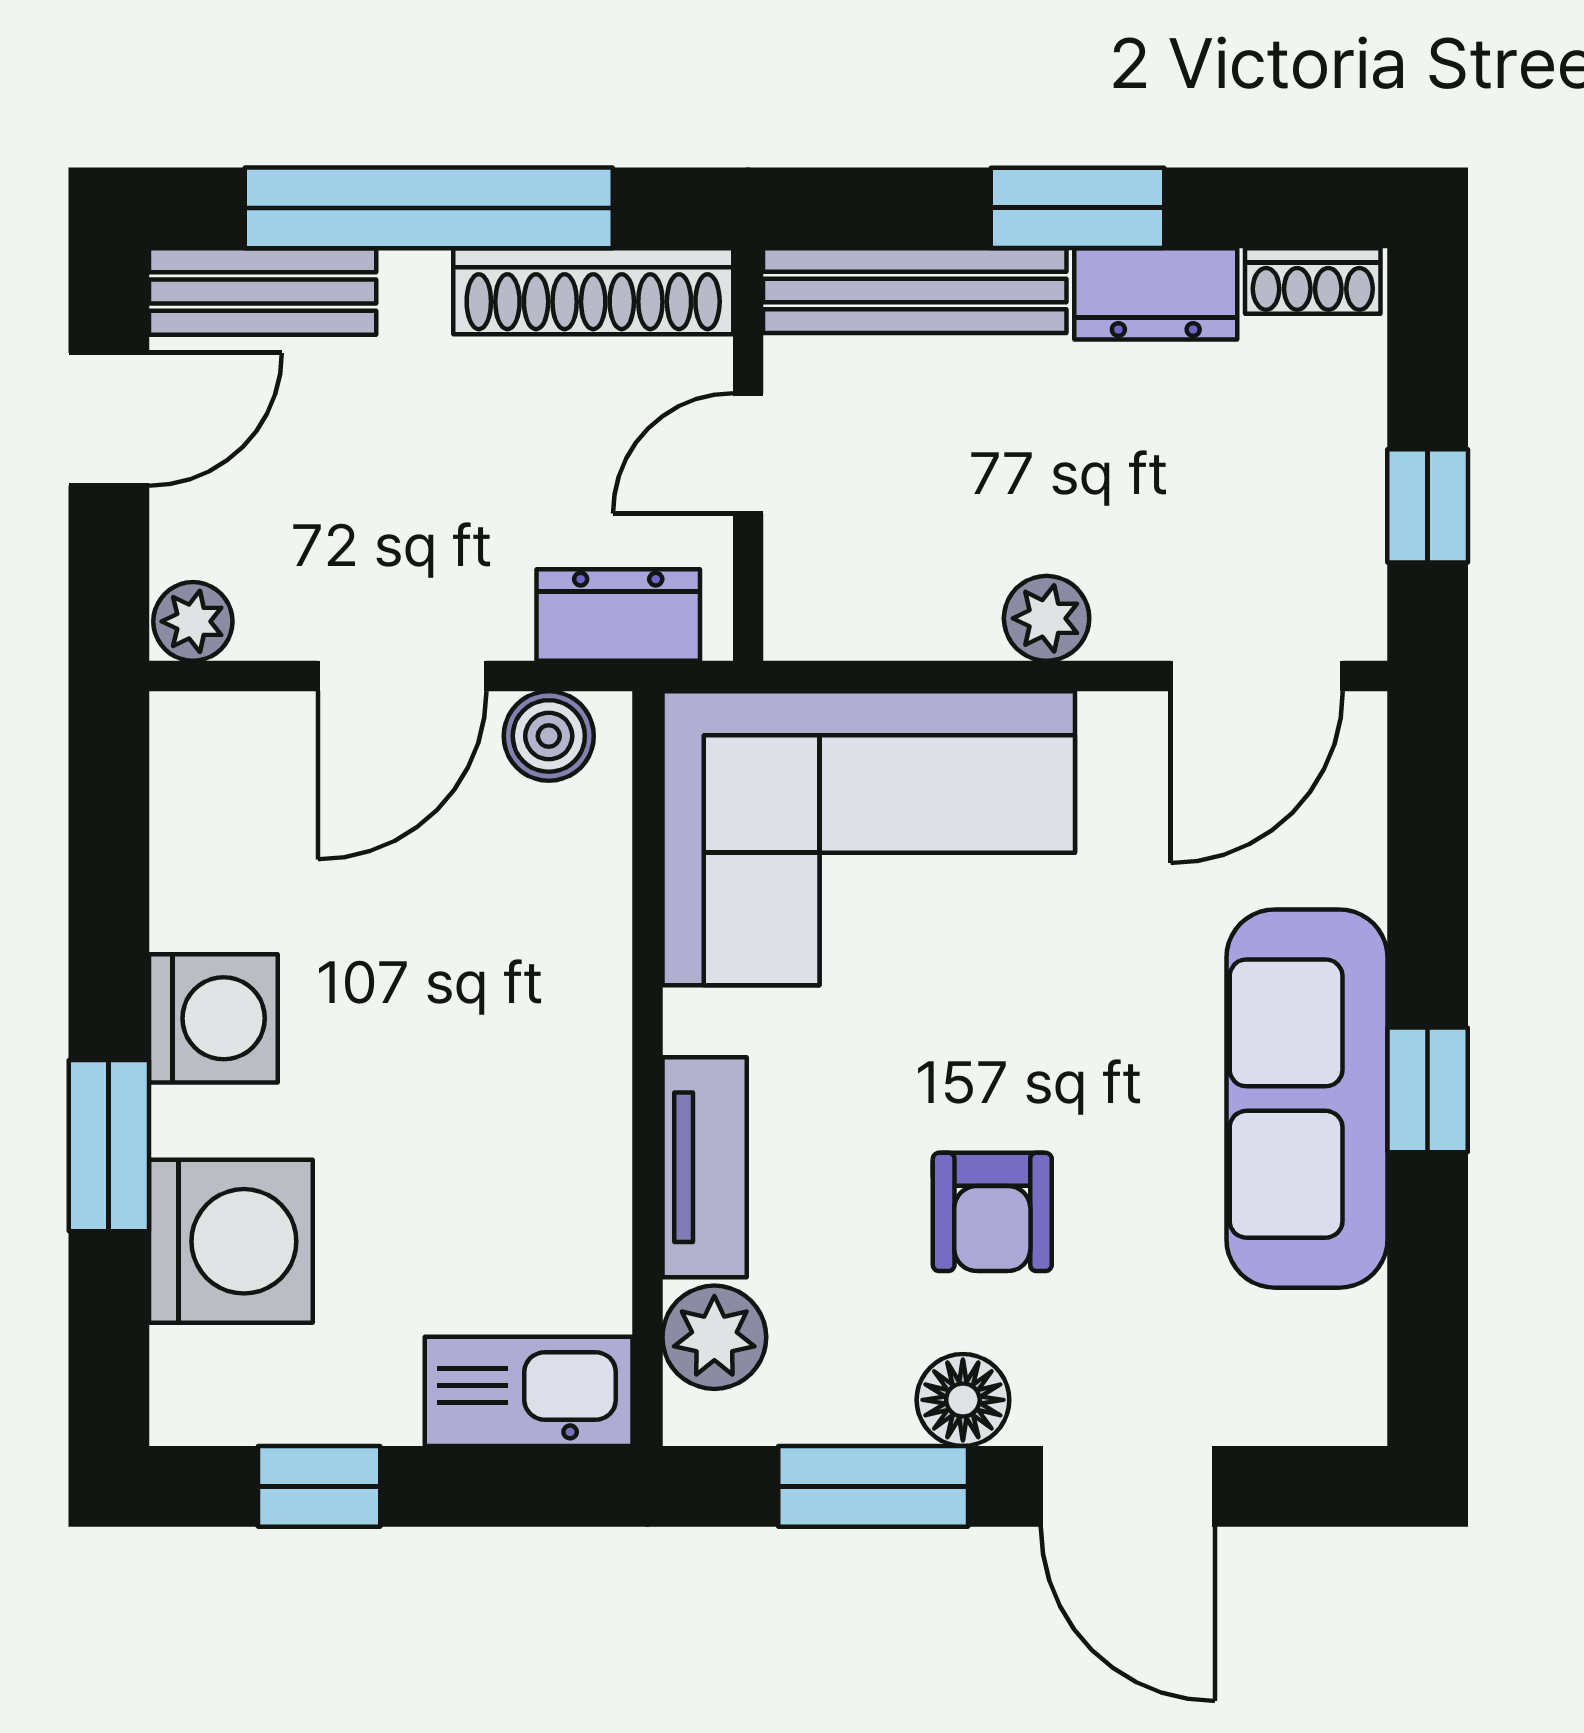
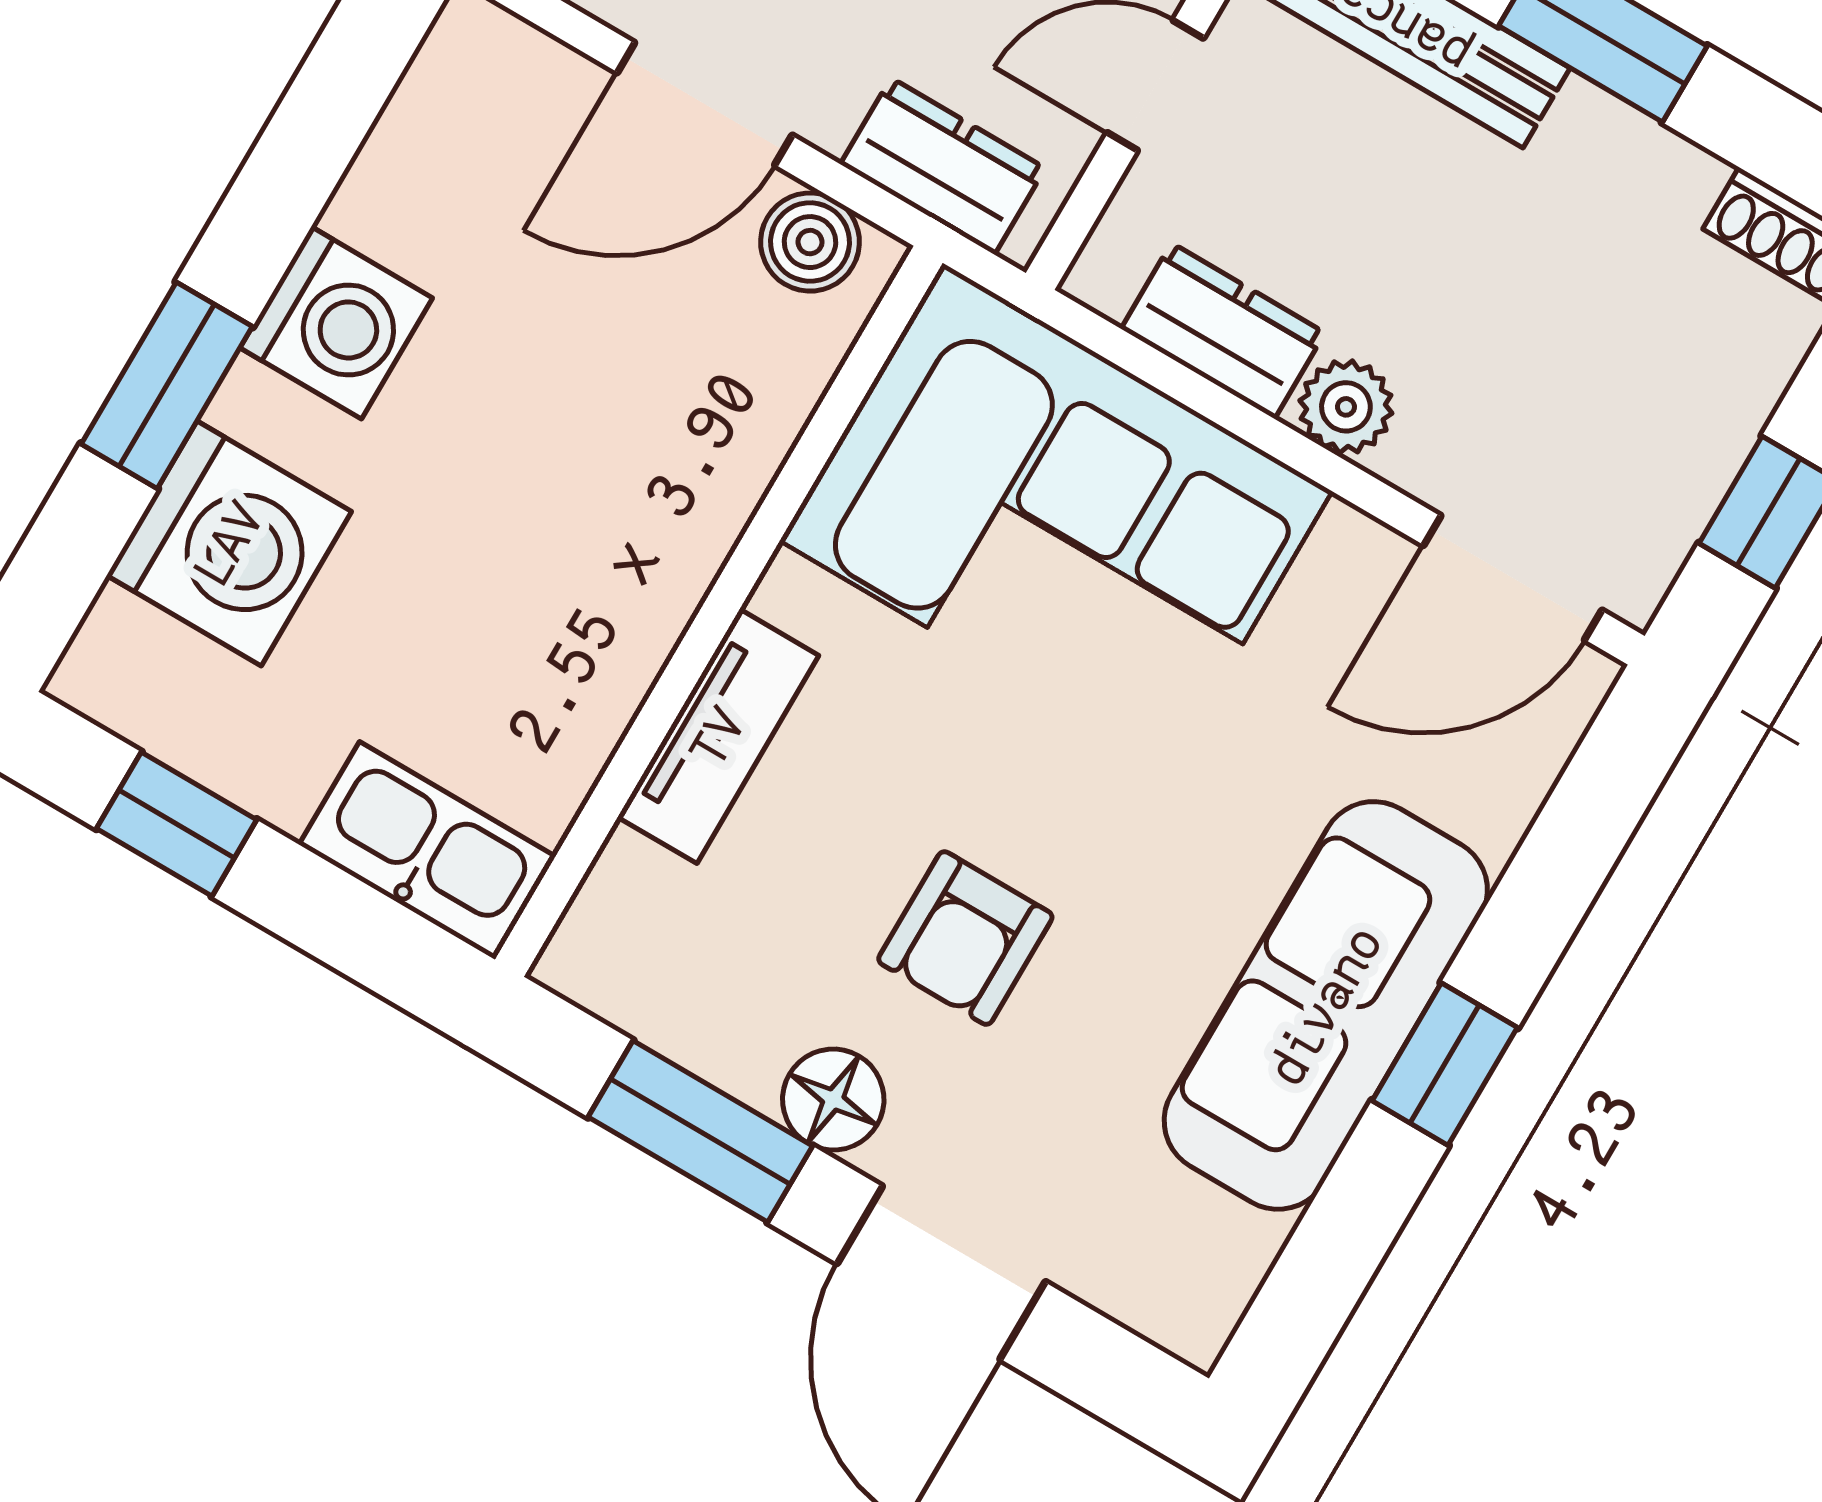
dresser: (1156, 294) -> (1223, 331), moved, turned 180
plant: (714, 1337) -> (633, 902), removed

